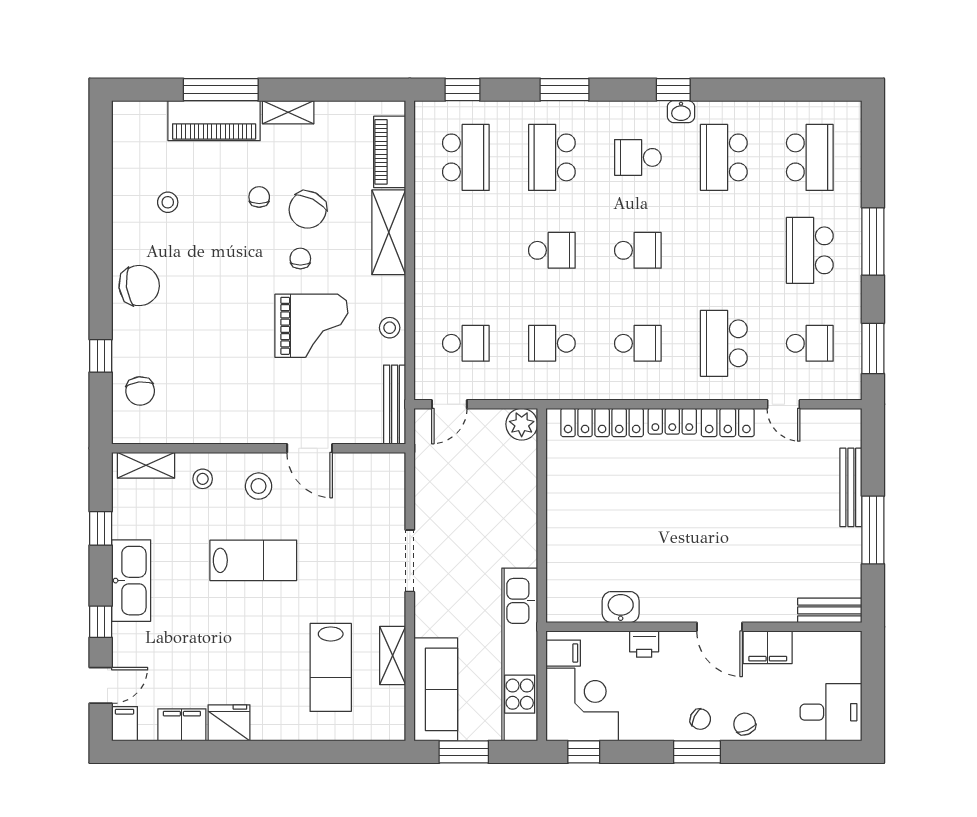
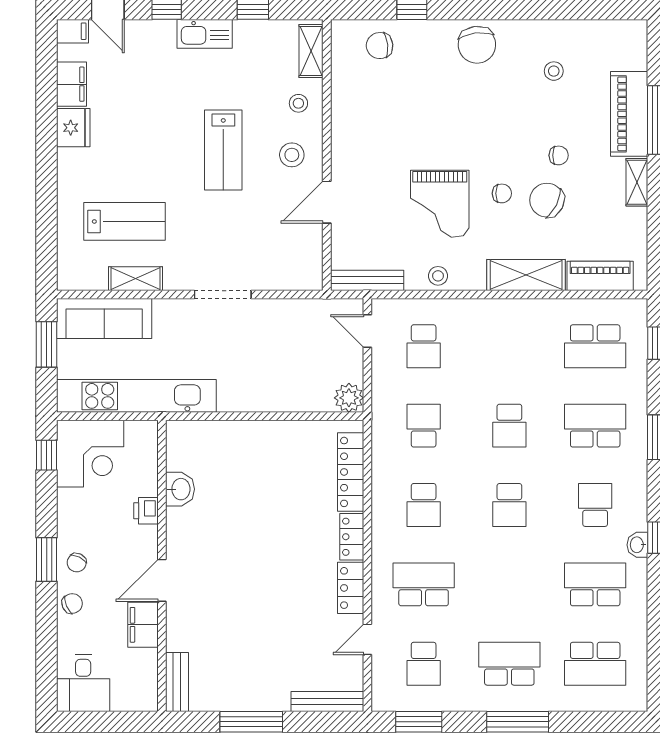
bench: (851, 487) -> (327, 702), moved
kitchen sink: (131, 581) -> (205, 34), width x0.73, depth x0.81
filing cabinet: (563, 653) -> (138, 436), removed
lab bench: (331, 667) -> (124, 221), turned 180

